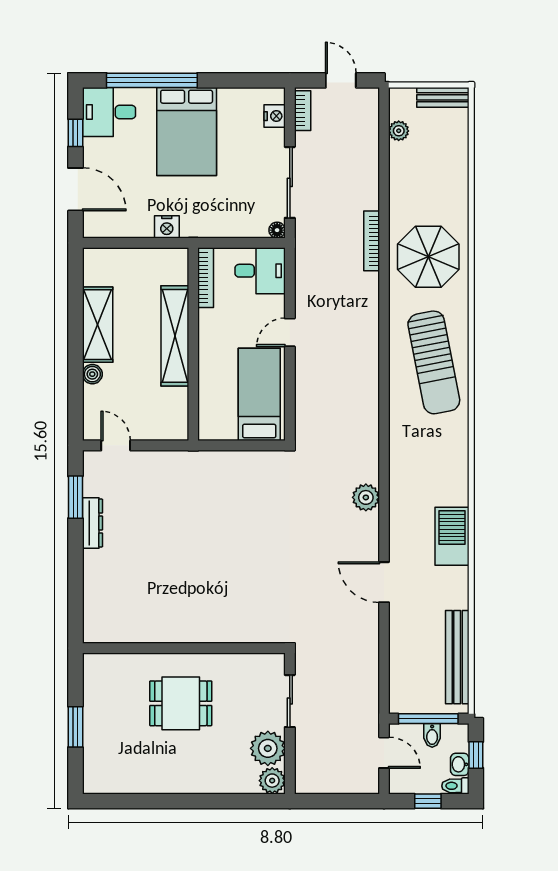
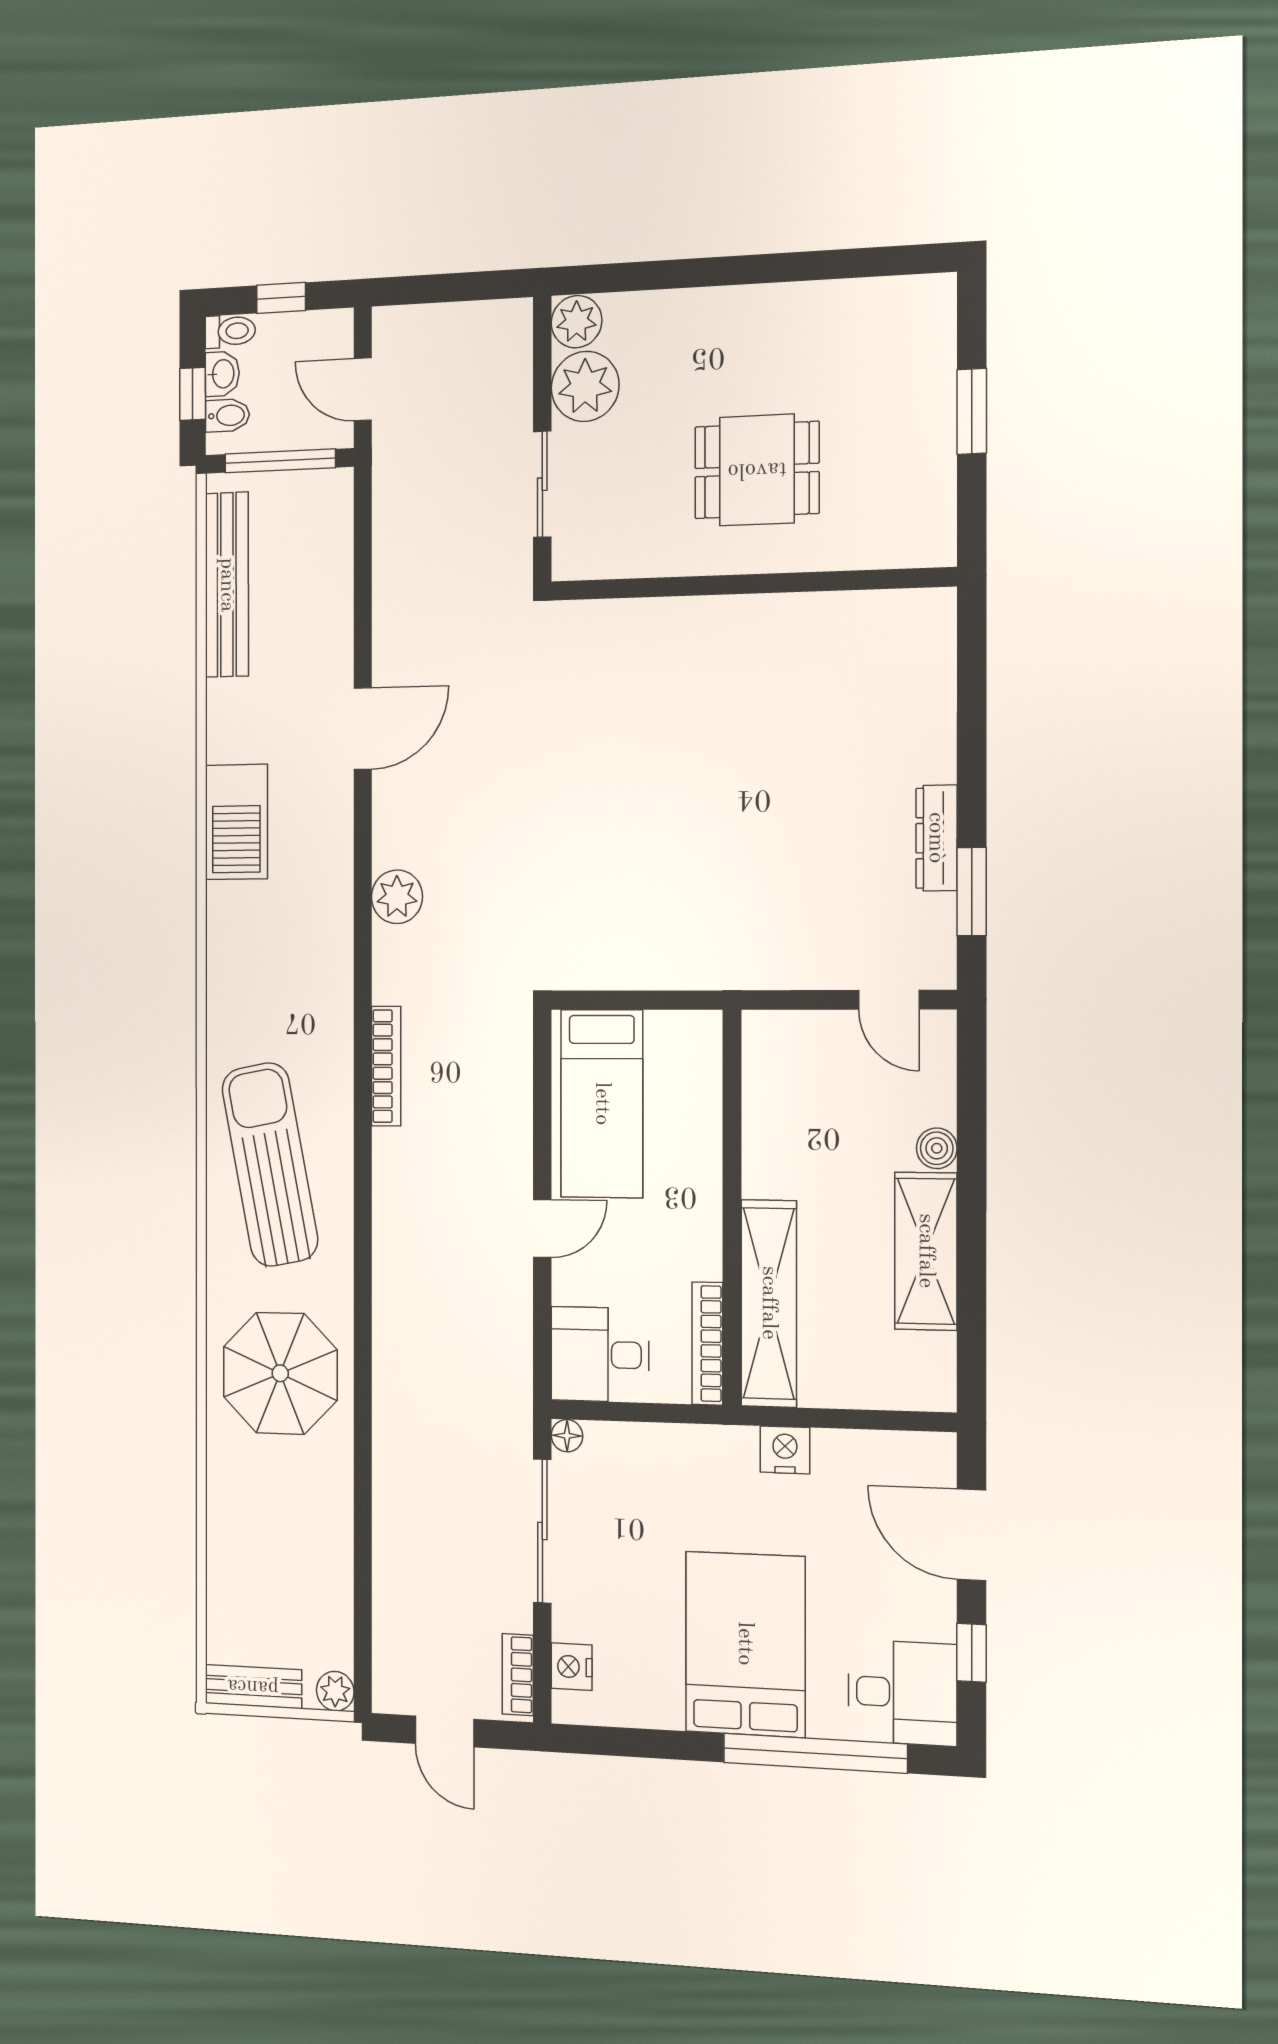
plant: (399, 131) -> (335, 1691), moved
bookcase: (372, 241) -> (386, 1066), moved
shelving: (175, 336) -> (769, 1303), moved
door: (384, 582) -> (363, 729), hinge flipped
bidet: (432, 735) -> (227, 415), moved, turned 90

